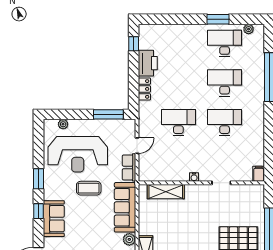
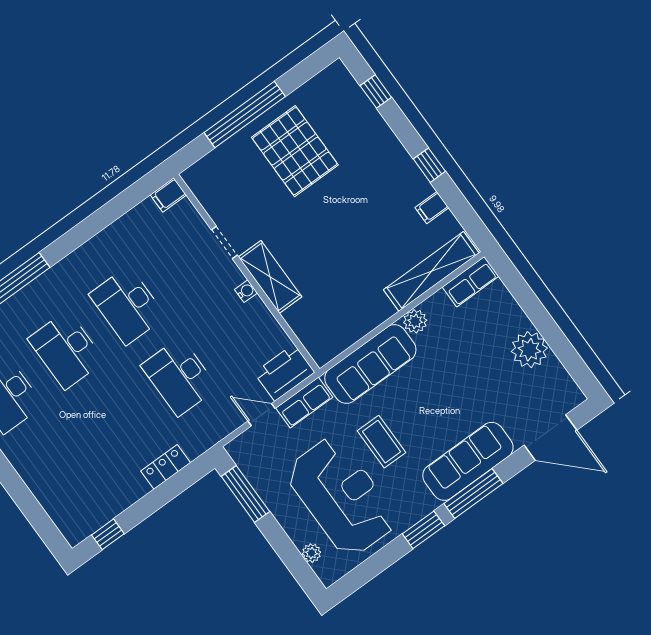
printer: (148, 63) -> (284, 372), moved
shelving: (166, 192) -> (270, 277), moved
window: (38, 211) -> (473, 494), width x2.17
sofa: (54, 219) -> (468, 461), width x1.36

